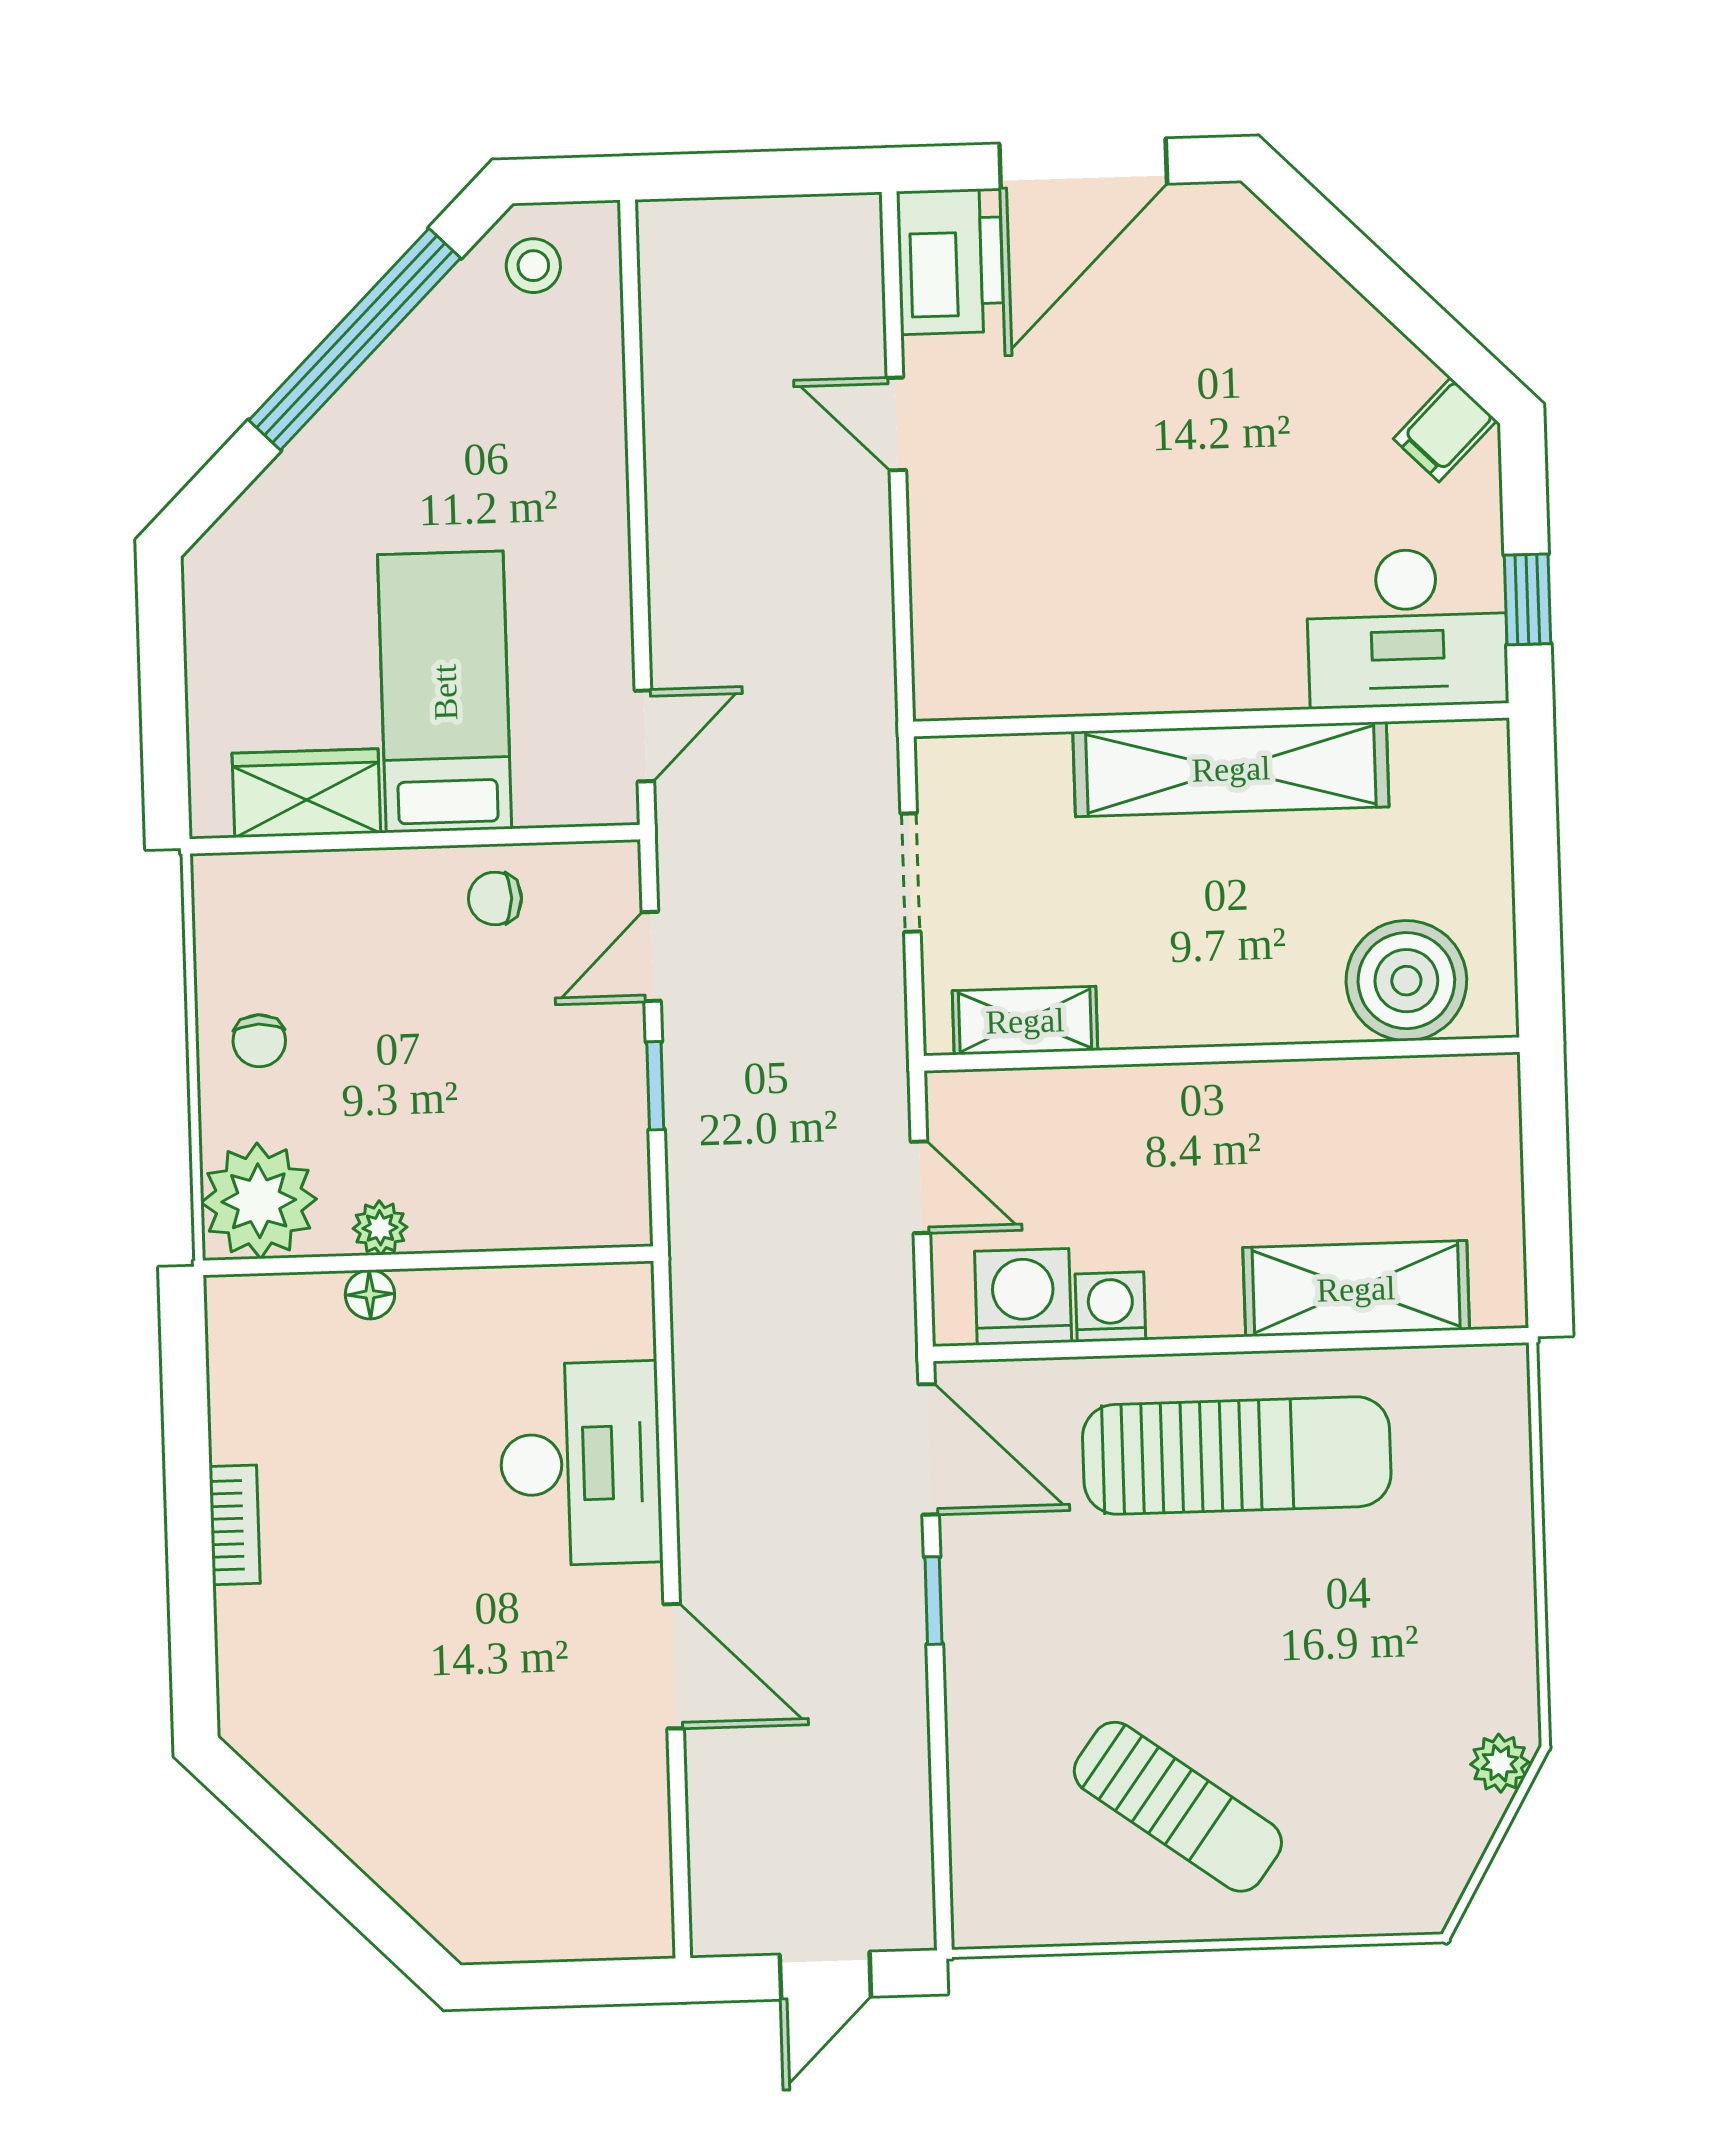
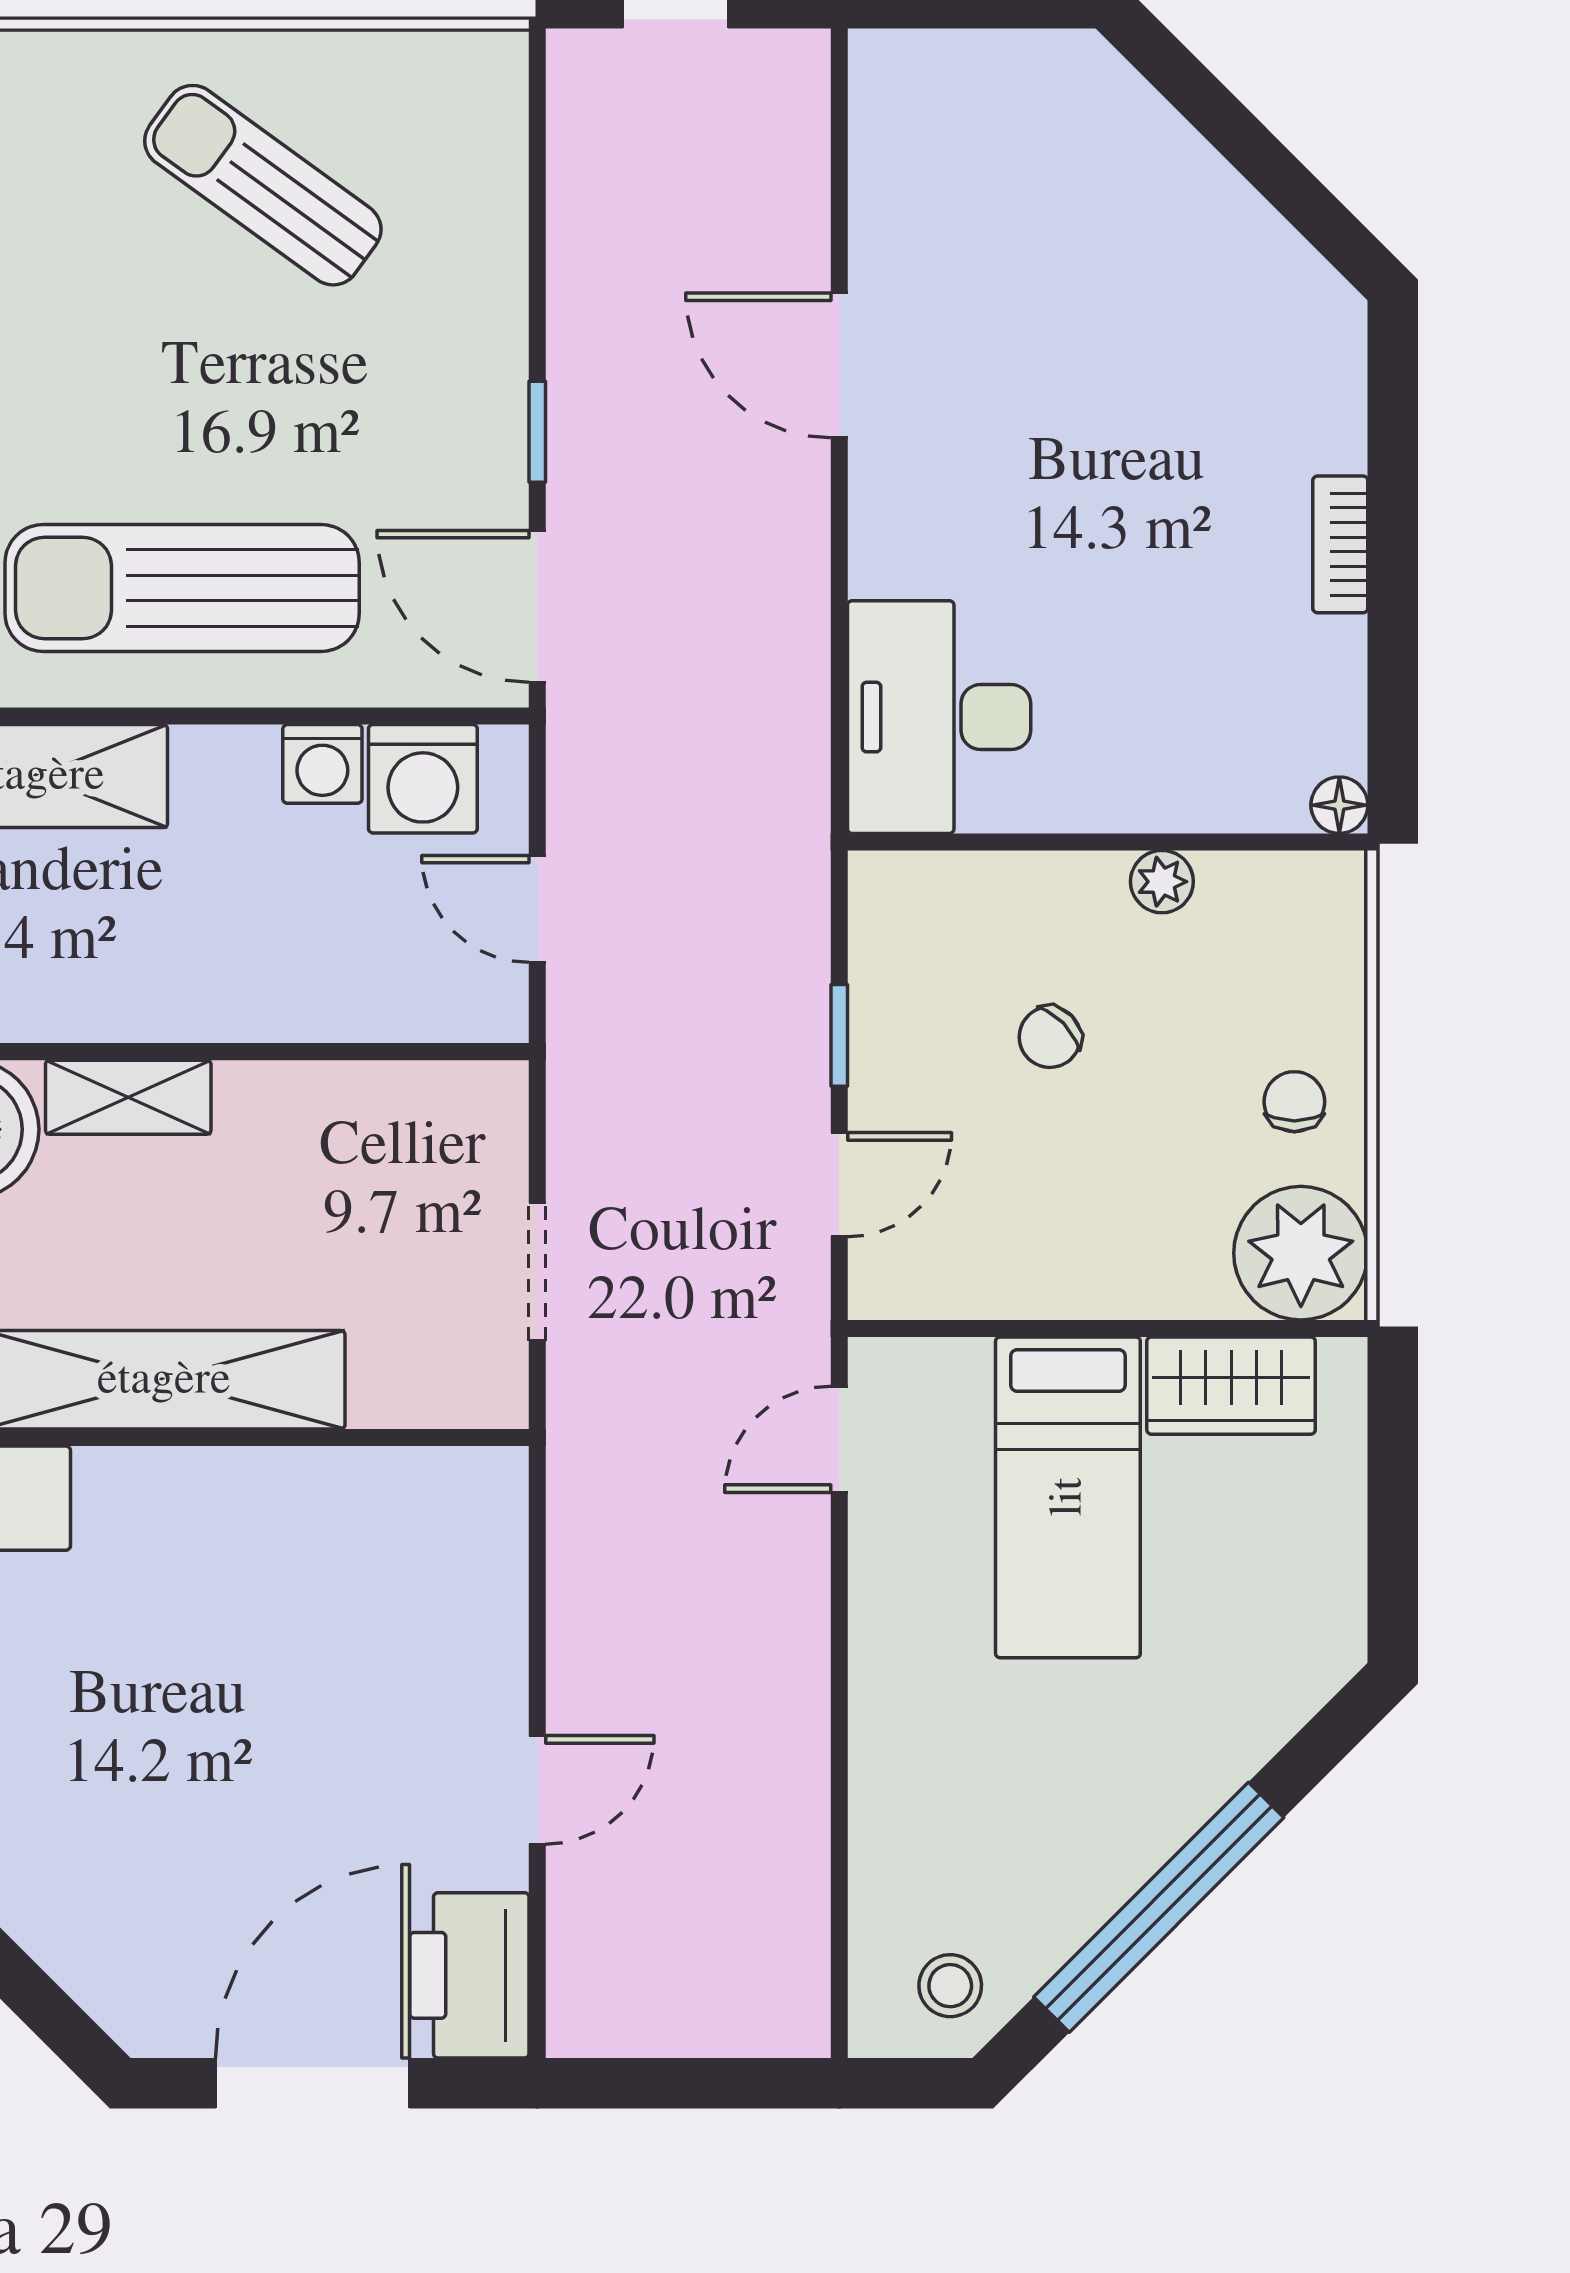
door: (896, 424) -> (537, 1790), hinge flipped
chair: (495, 898) -> (1050, 1037), moved, turned 135
shelving: (1025, 1021) -> (128, 1097), moved
plant: (259, 1201) -> (1301, 1253), moved
floor lamp: (370, 1294) -> (1339, 805), moved
desk: (581, 1464) -> (939, 717), moved

